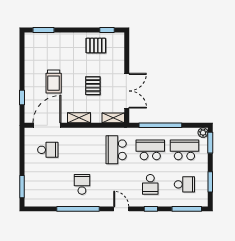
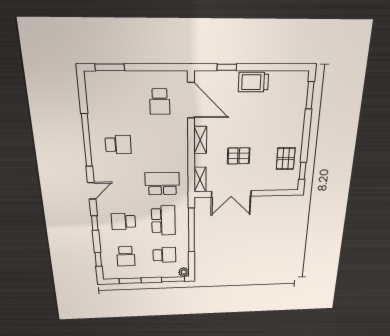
trolley: (54, 82) -> (253, 82), moved
school desk: (184, 150) -> (164, 255), width x0.54
window: (187, 209) -> (98, 259), width x0.46

